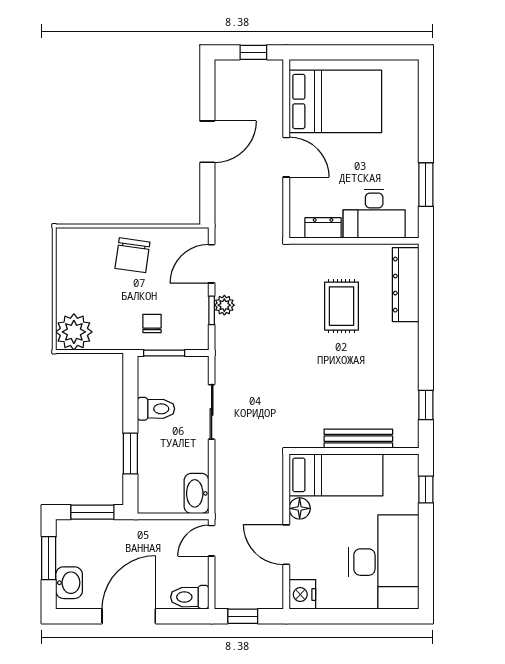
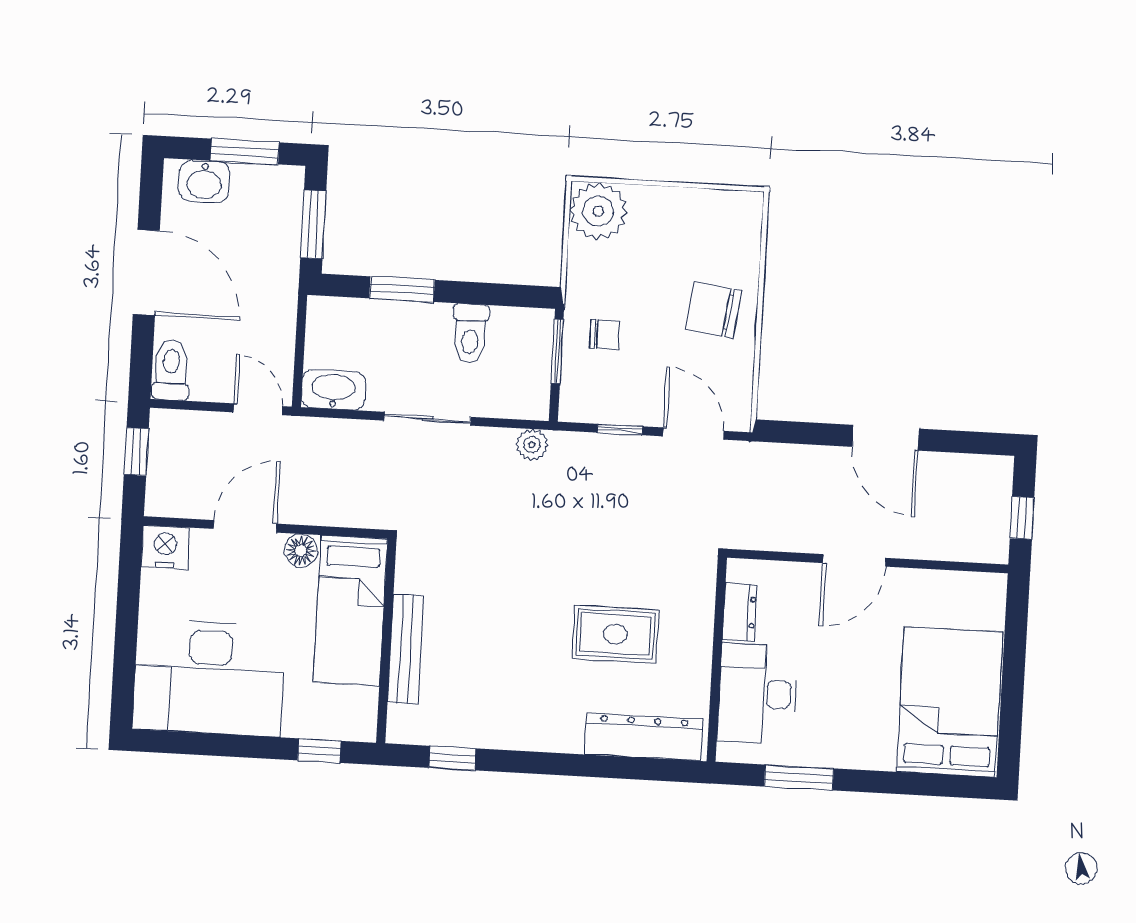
bed: (335, 101) -> (949, 702), moved, turned 180
plant: (224, 305) -> (532, 445), moved
sliding door: (212, 412) -> (428, 419), moved

